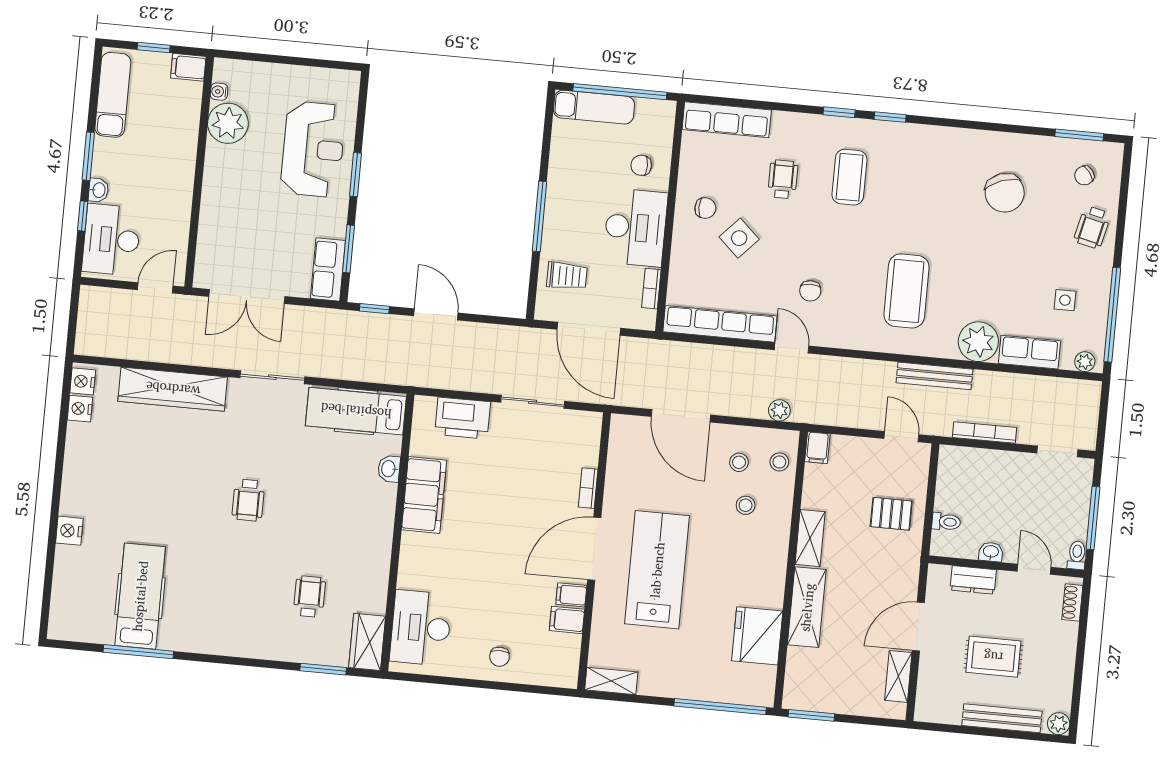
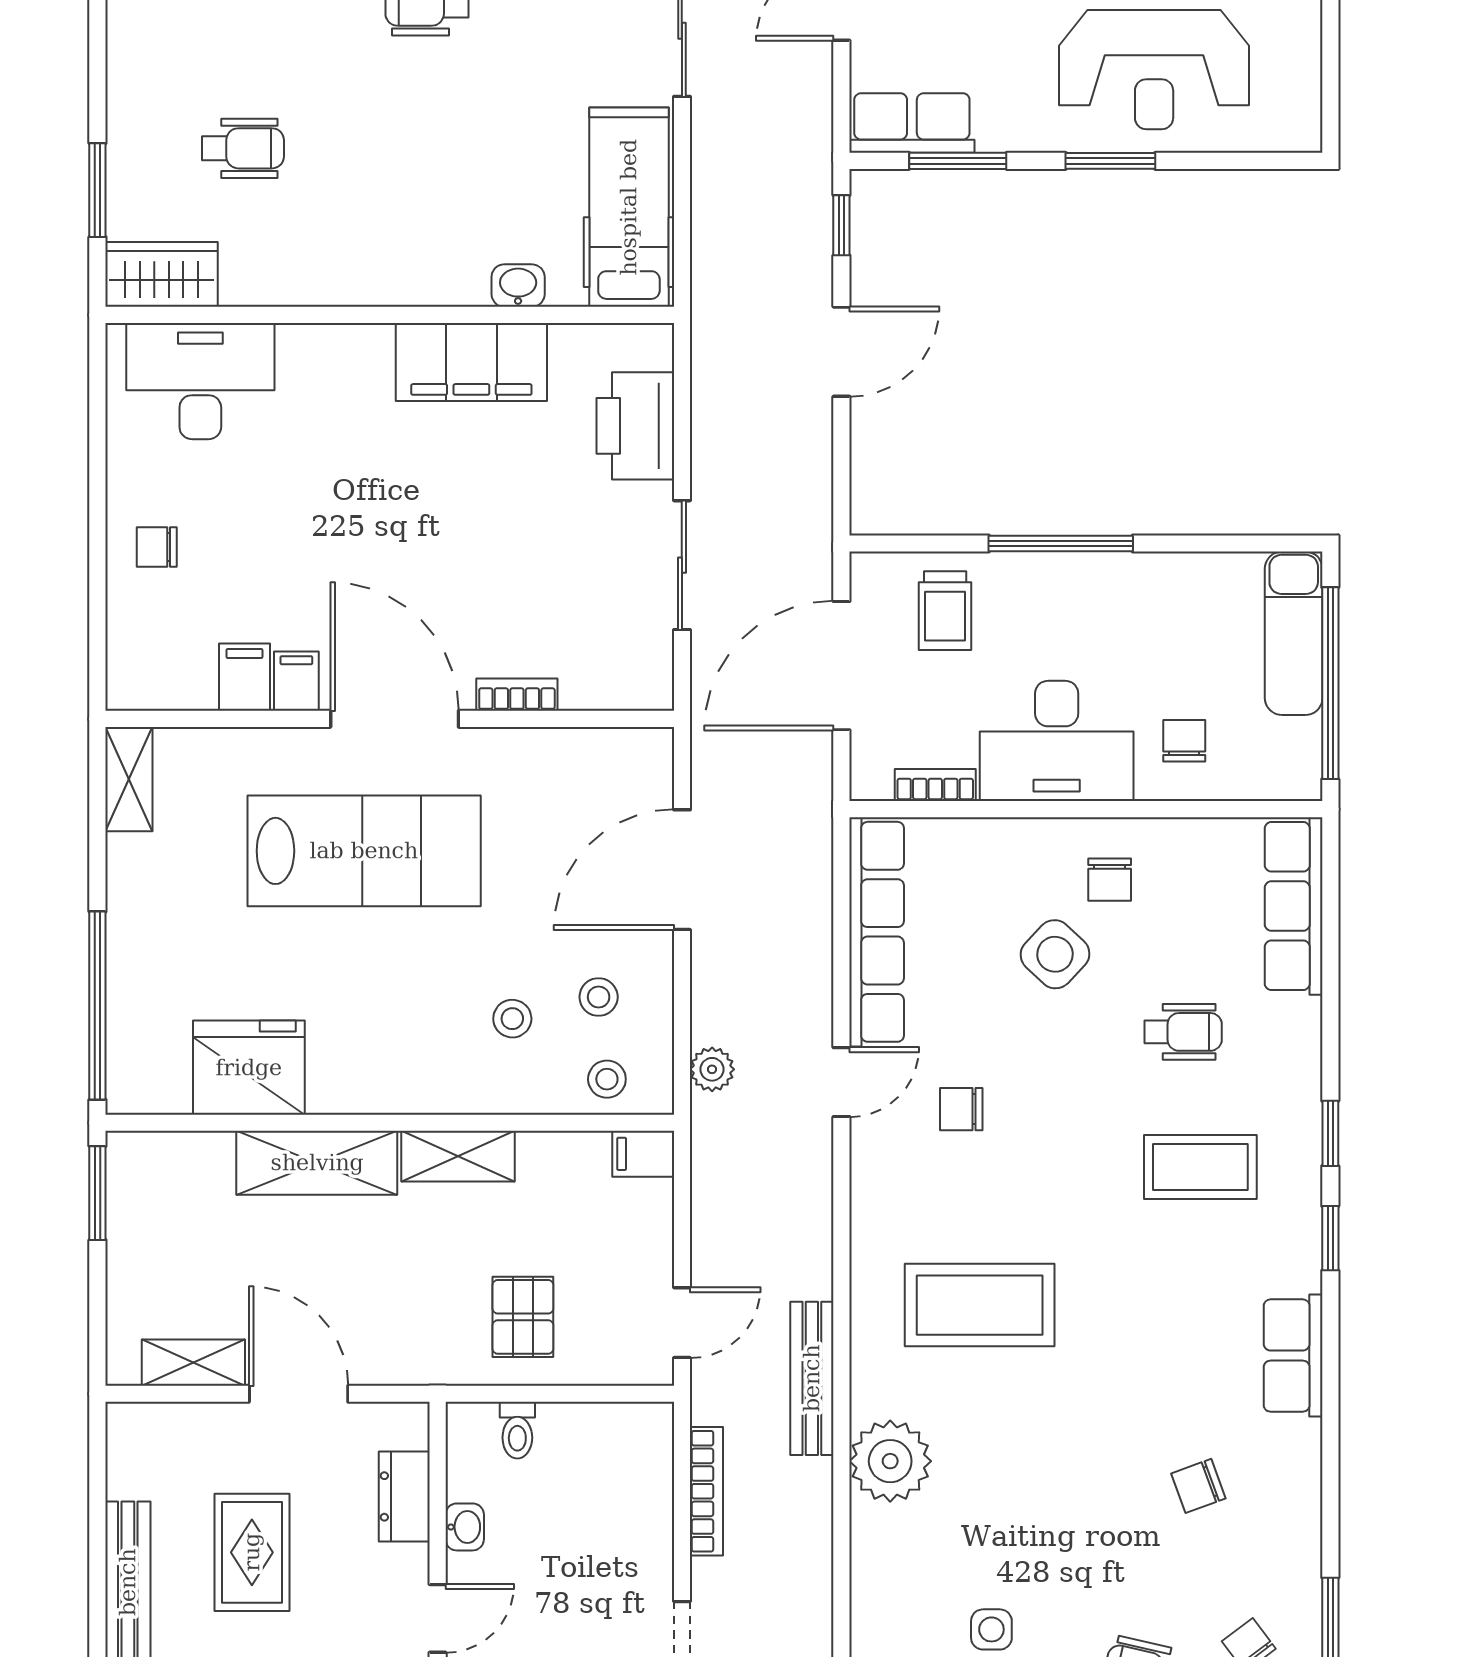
chair: (1005, 193) -> (1198, 1486), width x0.54, depth x0.54
row of seats: (1030, 352) -> (1293, 1356), moved, turned 180

